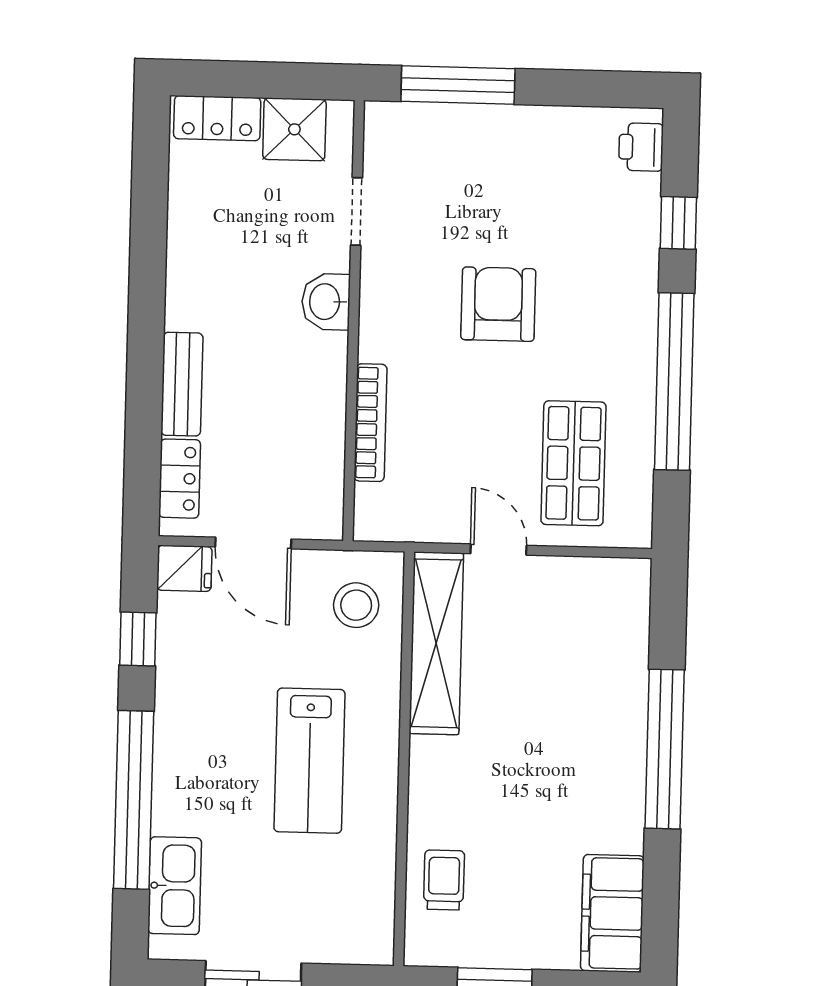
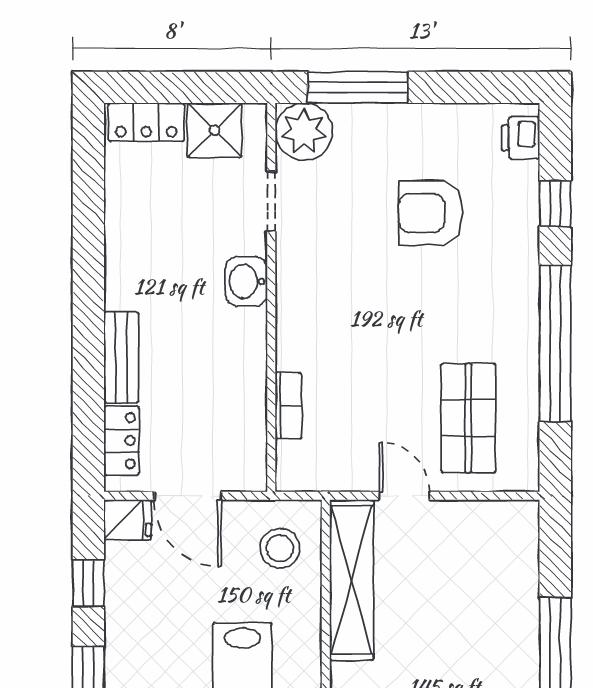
plant: (396, 134) -> (304, 132), added
armchair: (498, 304) -> (431, 213), moved, turned -90
bookcase: (370, 423) -> (288, 406), width x0.64

